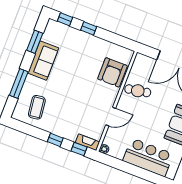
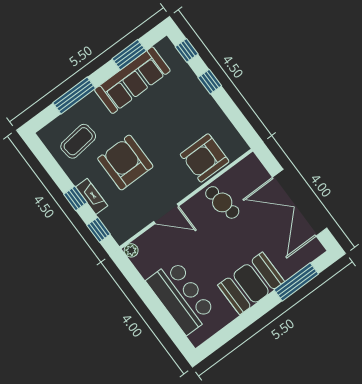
sofa: (43, 61) -> (132, 80), width x1.36
armchair: (70, 103) -> (125, 163), added
fireplace: (88, 142) -> (92, 196), moved

